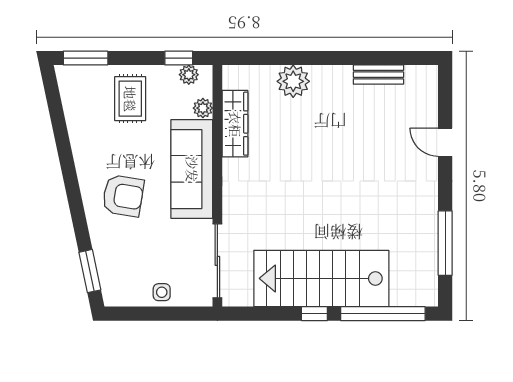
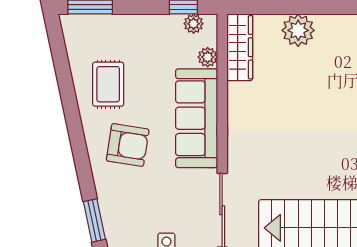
rug: (130, 99) -> (108, 84), moved
wardrobe: (235, 124) -> (240, 47), moved

